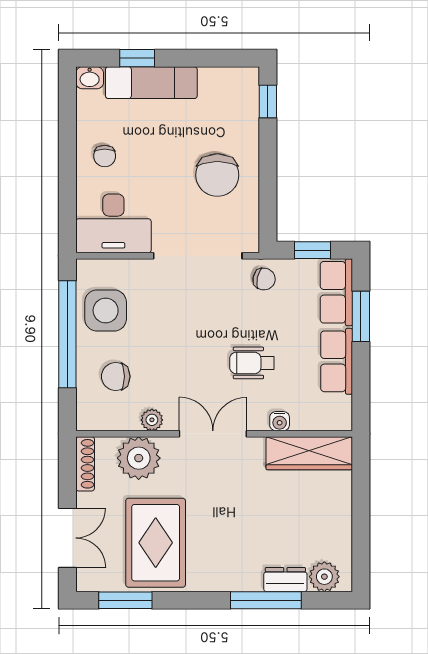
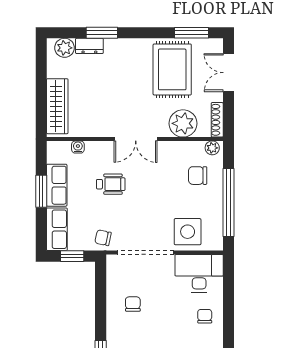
chair: (217, 175) -> (133, 304), width x0.54, depth x0.54
side table: (106, 310) -> (188, 232), moved
window: (361, 316) -> (41, 191), moved
chair: (116, 376) -> (198, 176), turned 180
plant: (152, 420) -> (212, 148), moved
water cooler: (280, 421) -> (78, 147), moved
wardrobe: (309, 453) -> (57, 106), moved, turned 90
window: (266, 600) -> (102, 33), width x0.69

